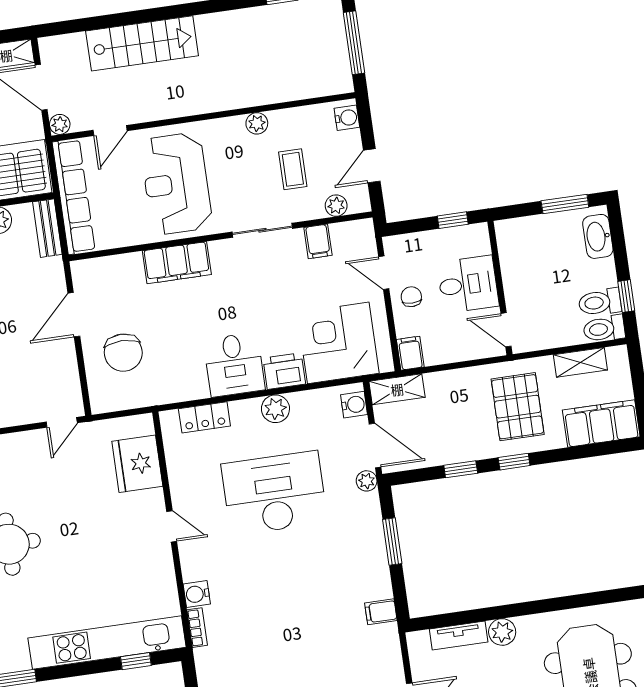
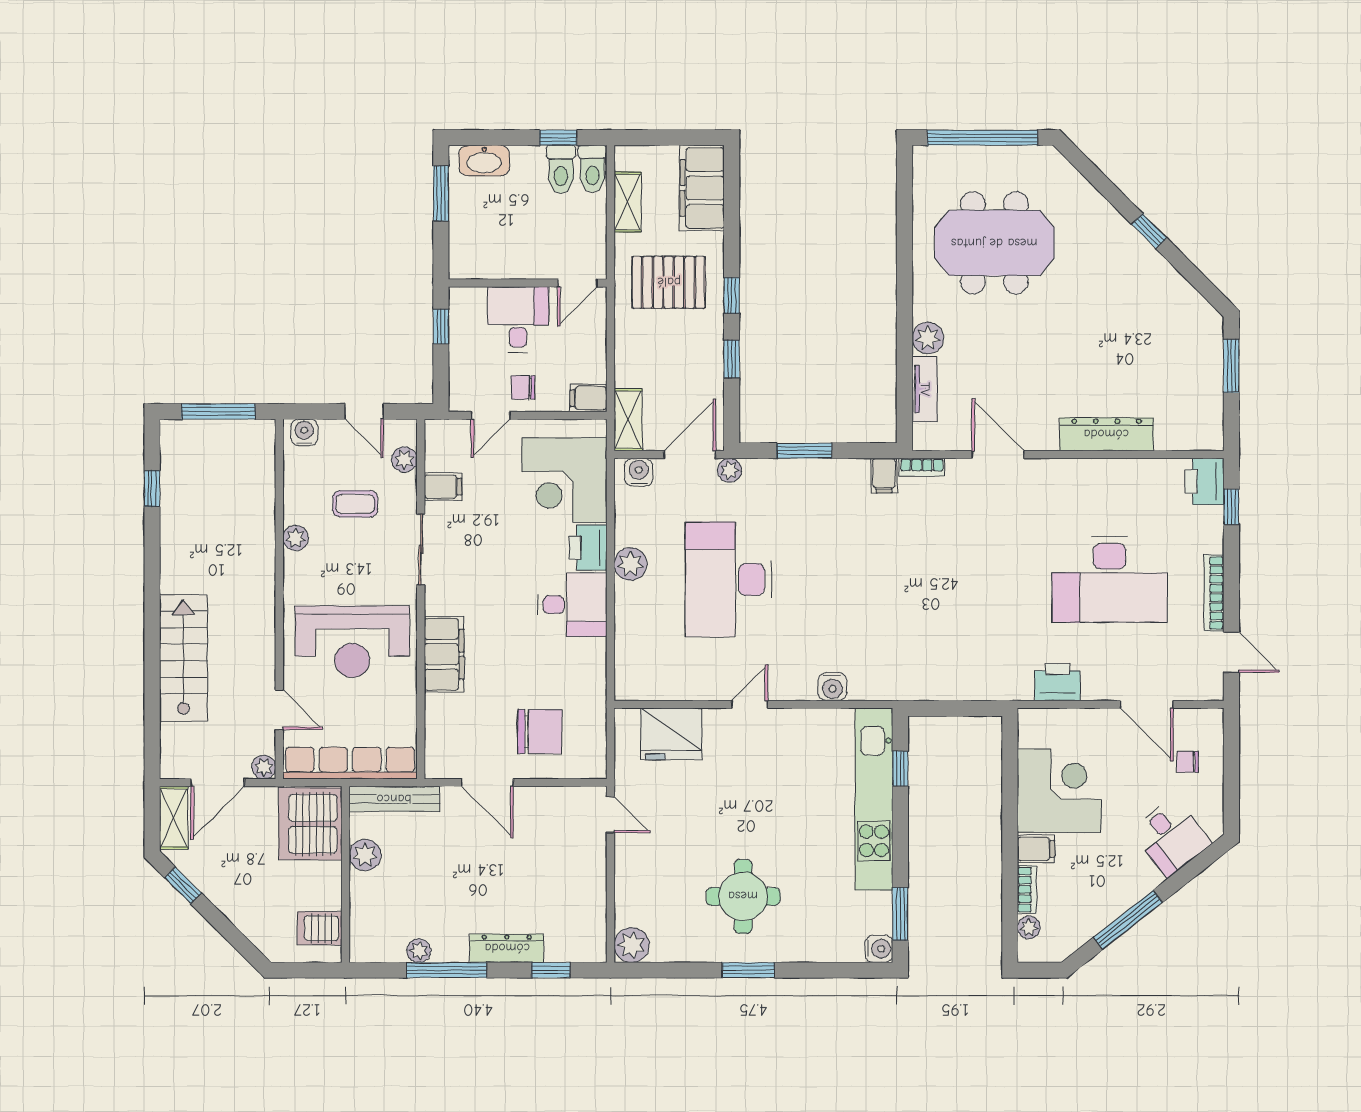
bench: (47, 228) -> (394, 799), width x1.36
locker: (204, 417) -> (629, 648), removed
bookcase: (197, 628) -> (922, 467), moved, turned 180

